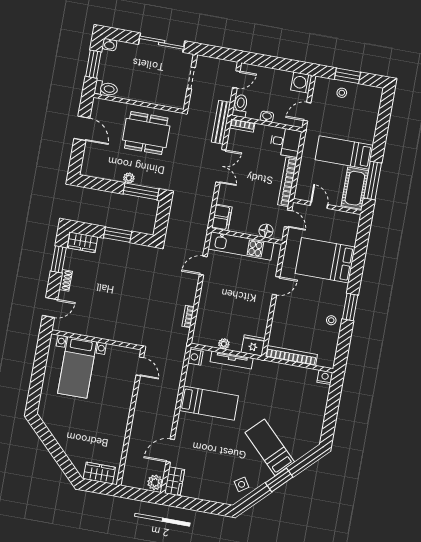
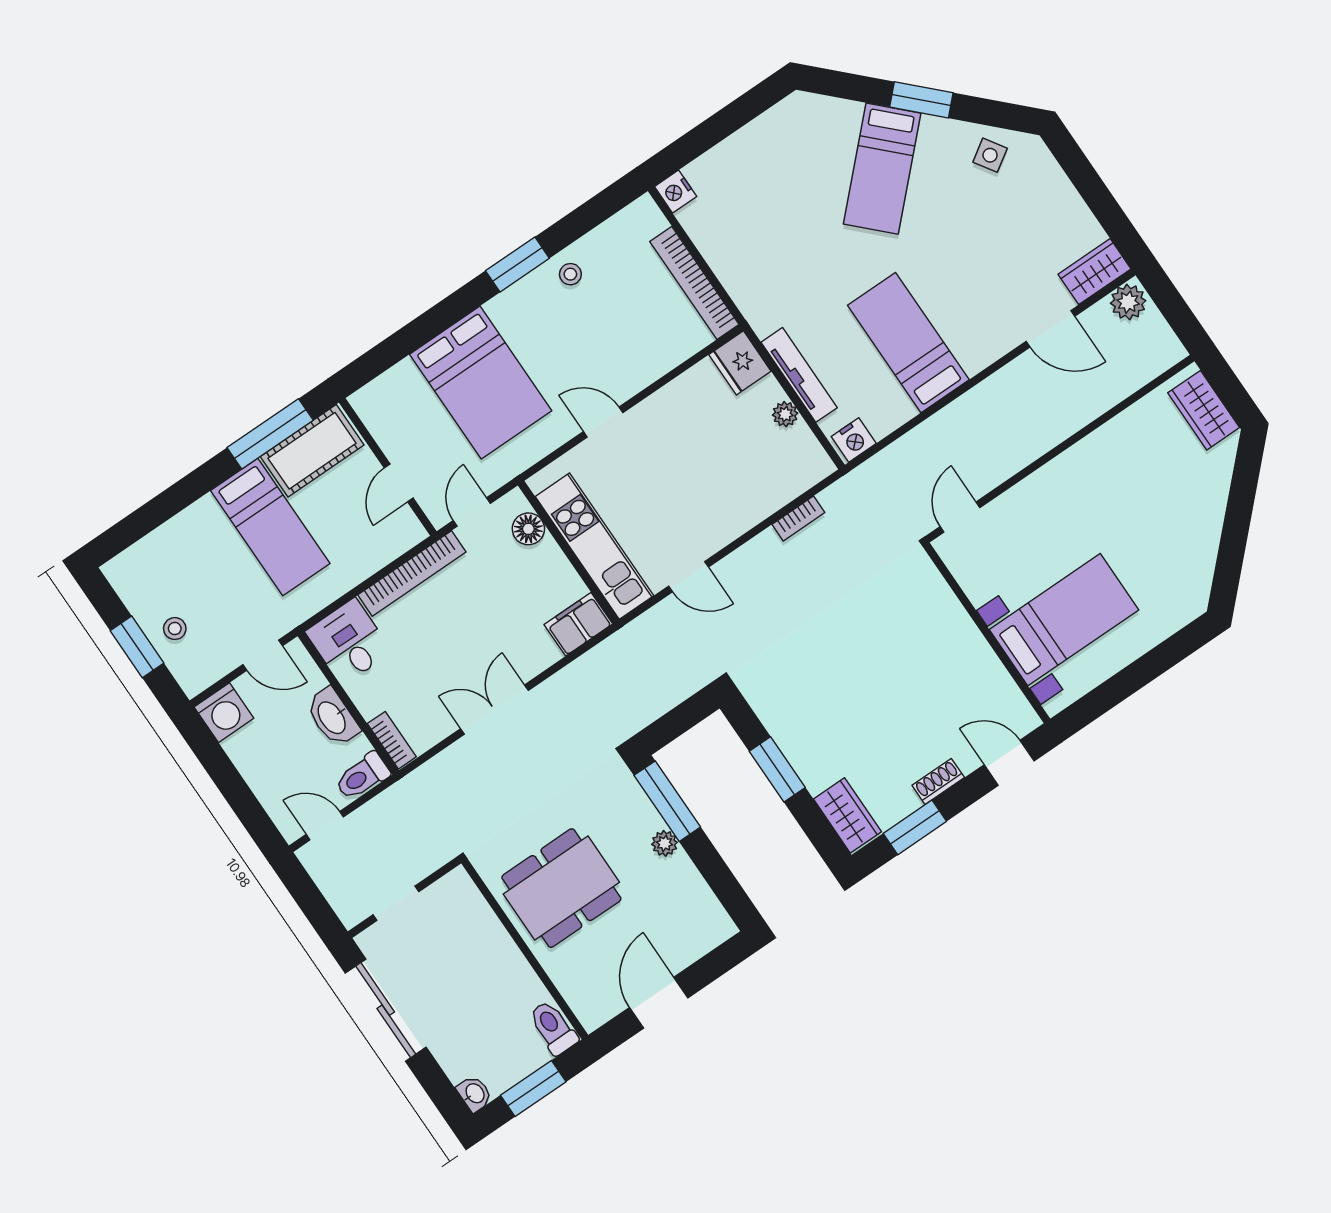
washbasin: (267, 117) -> (332, 717), width x1.91, depth x1.45
bench: (221, 122) -> (421, 781), removed
dining table: (146, 133) -> (561, 888), turned 90

